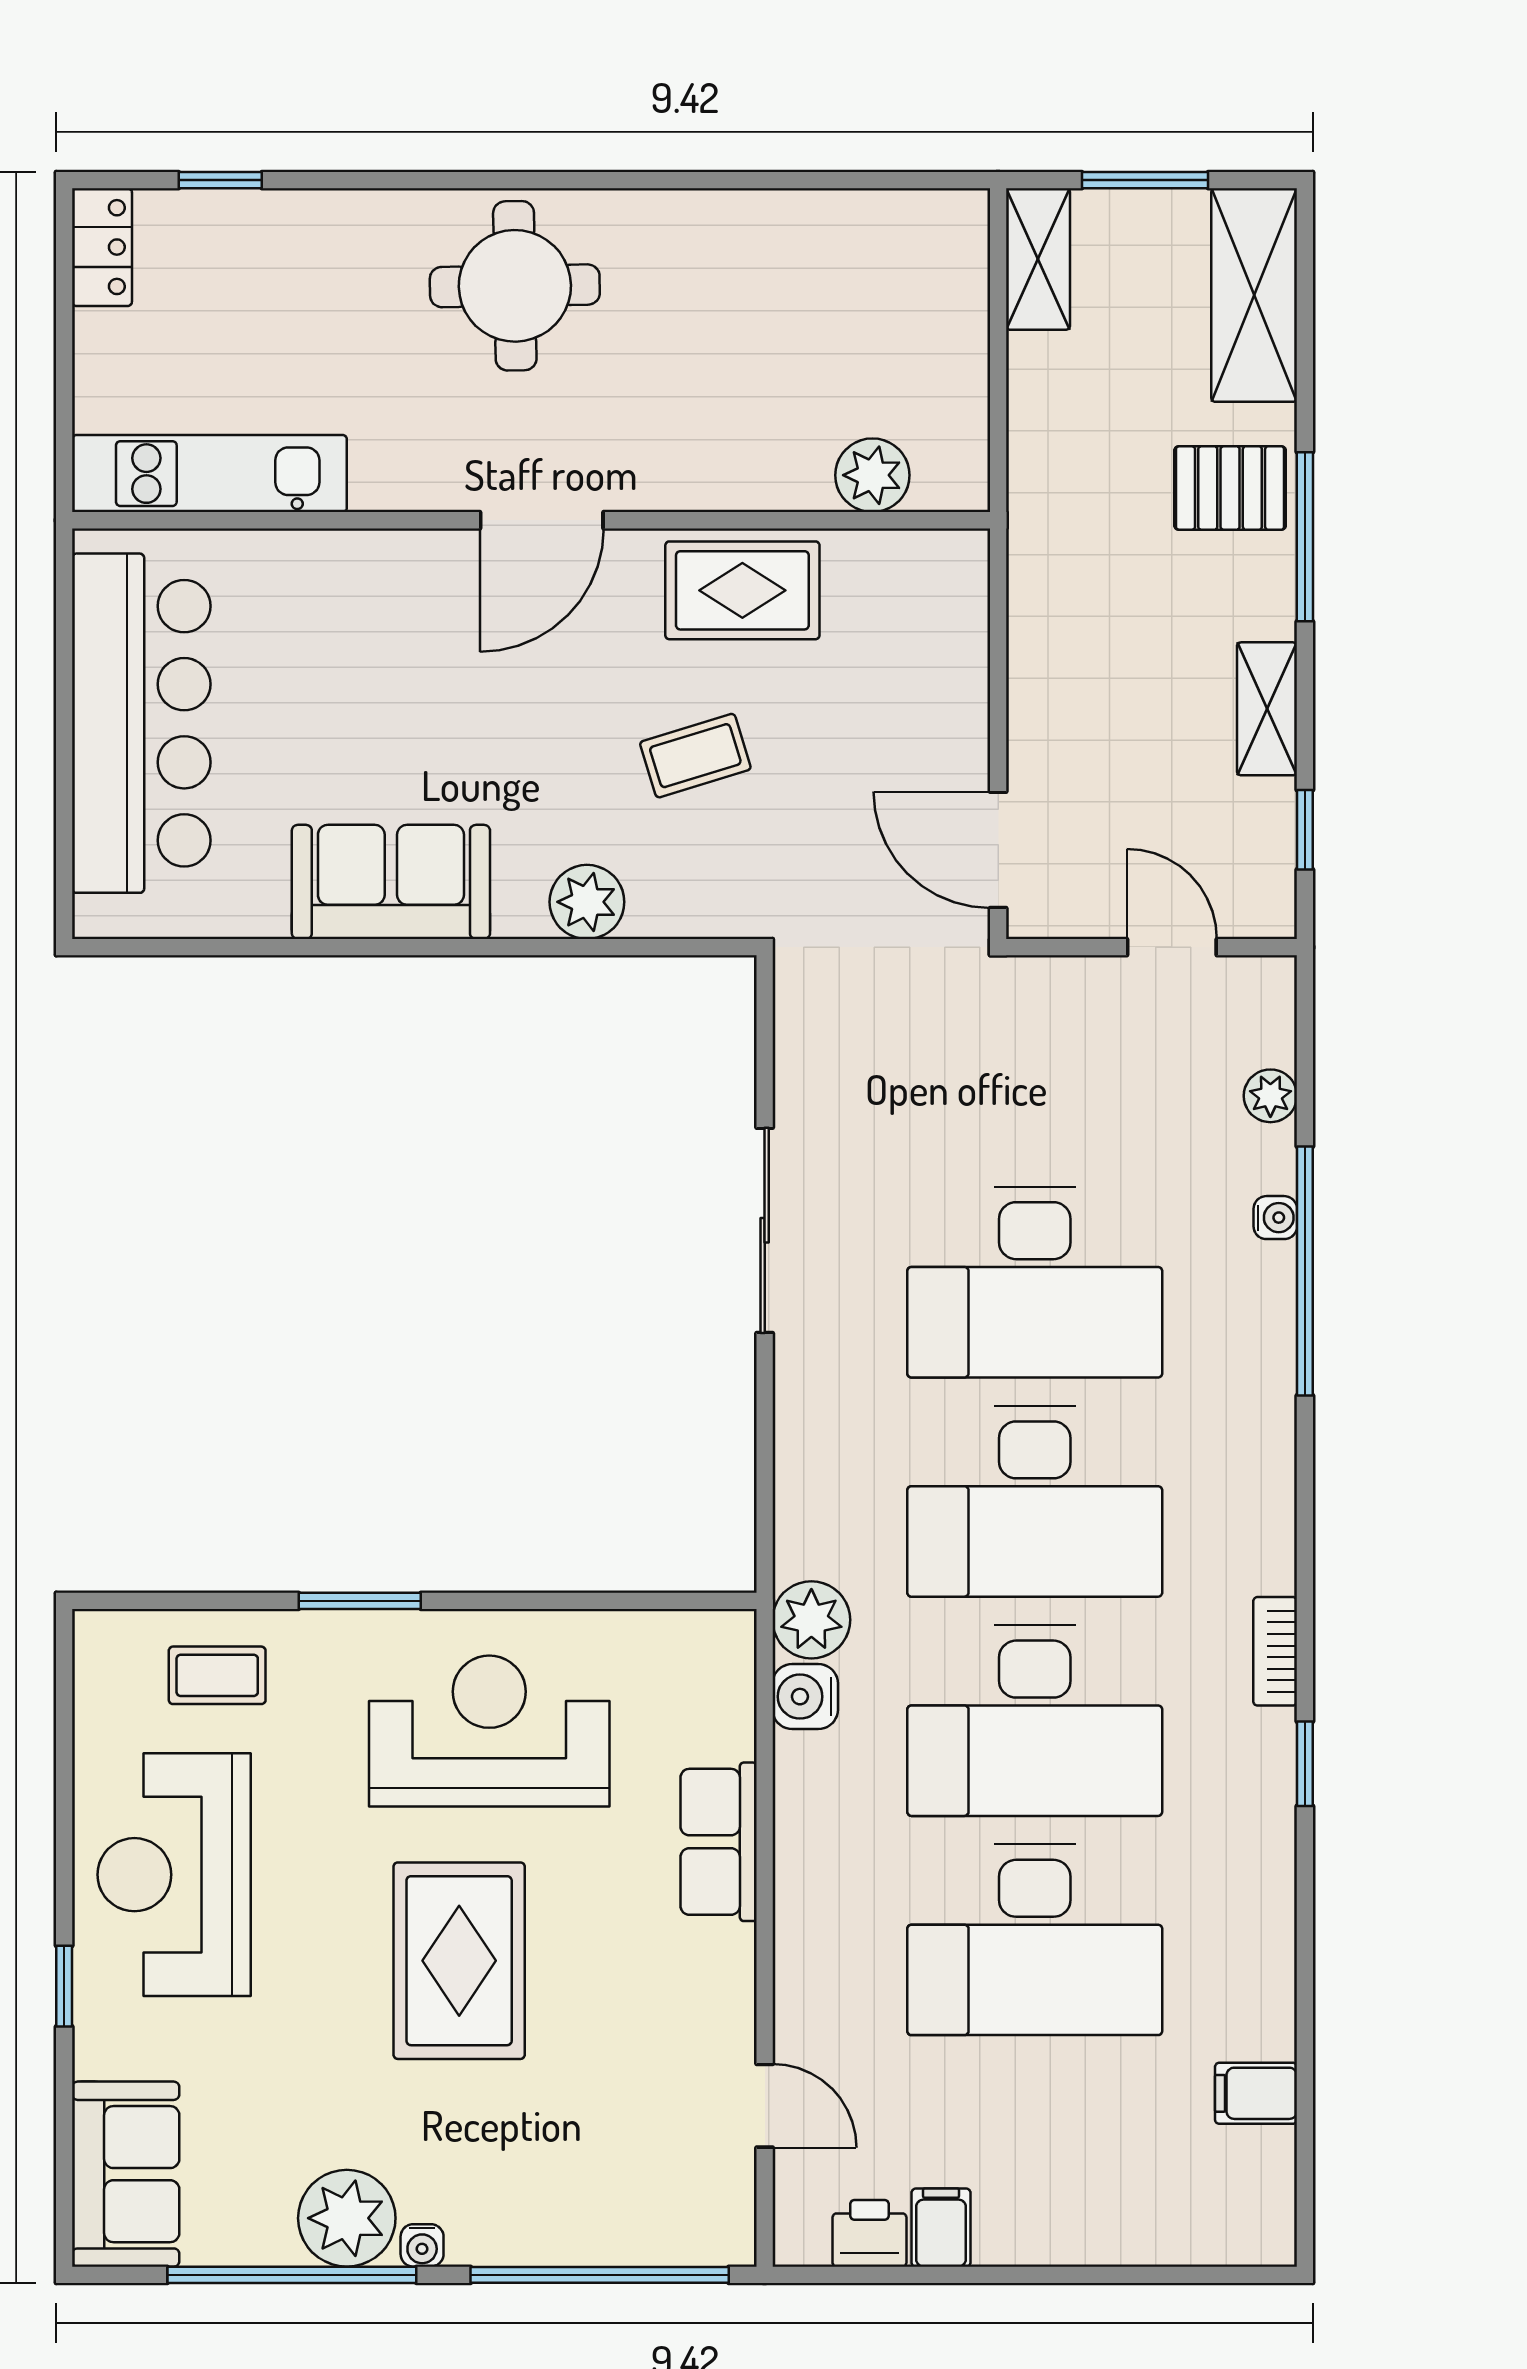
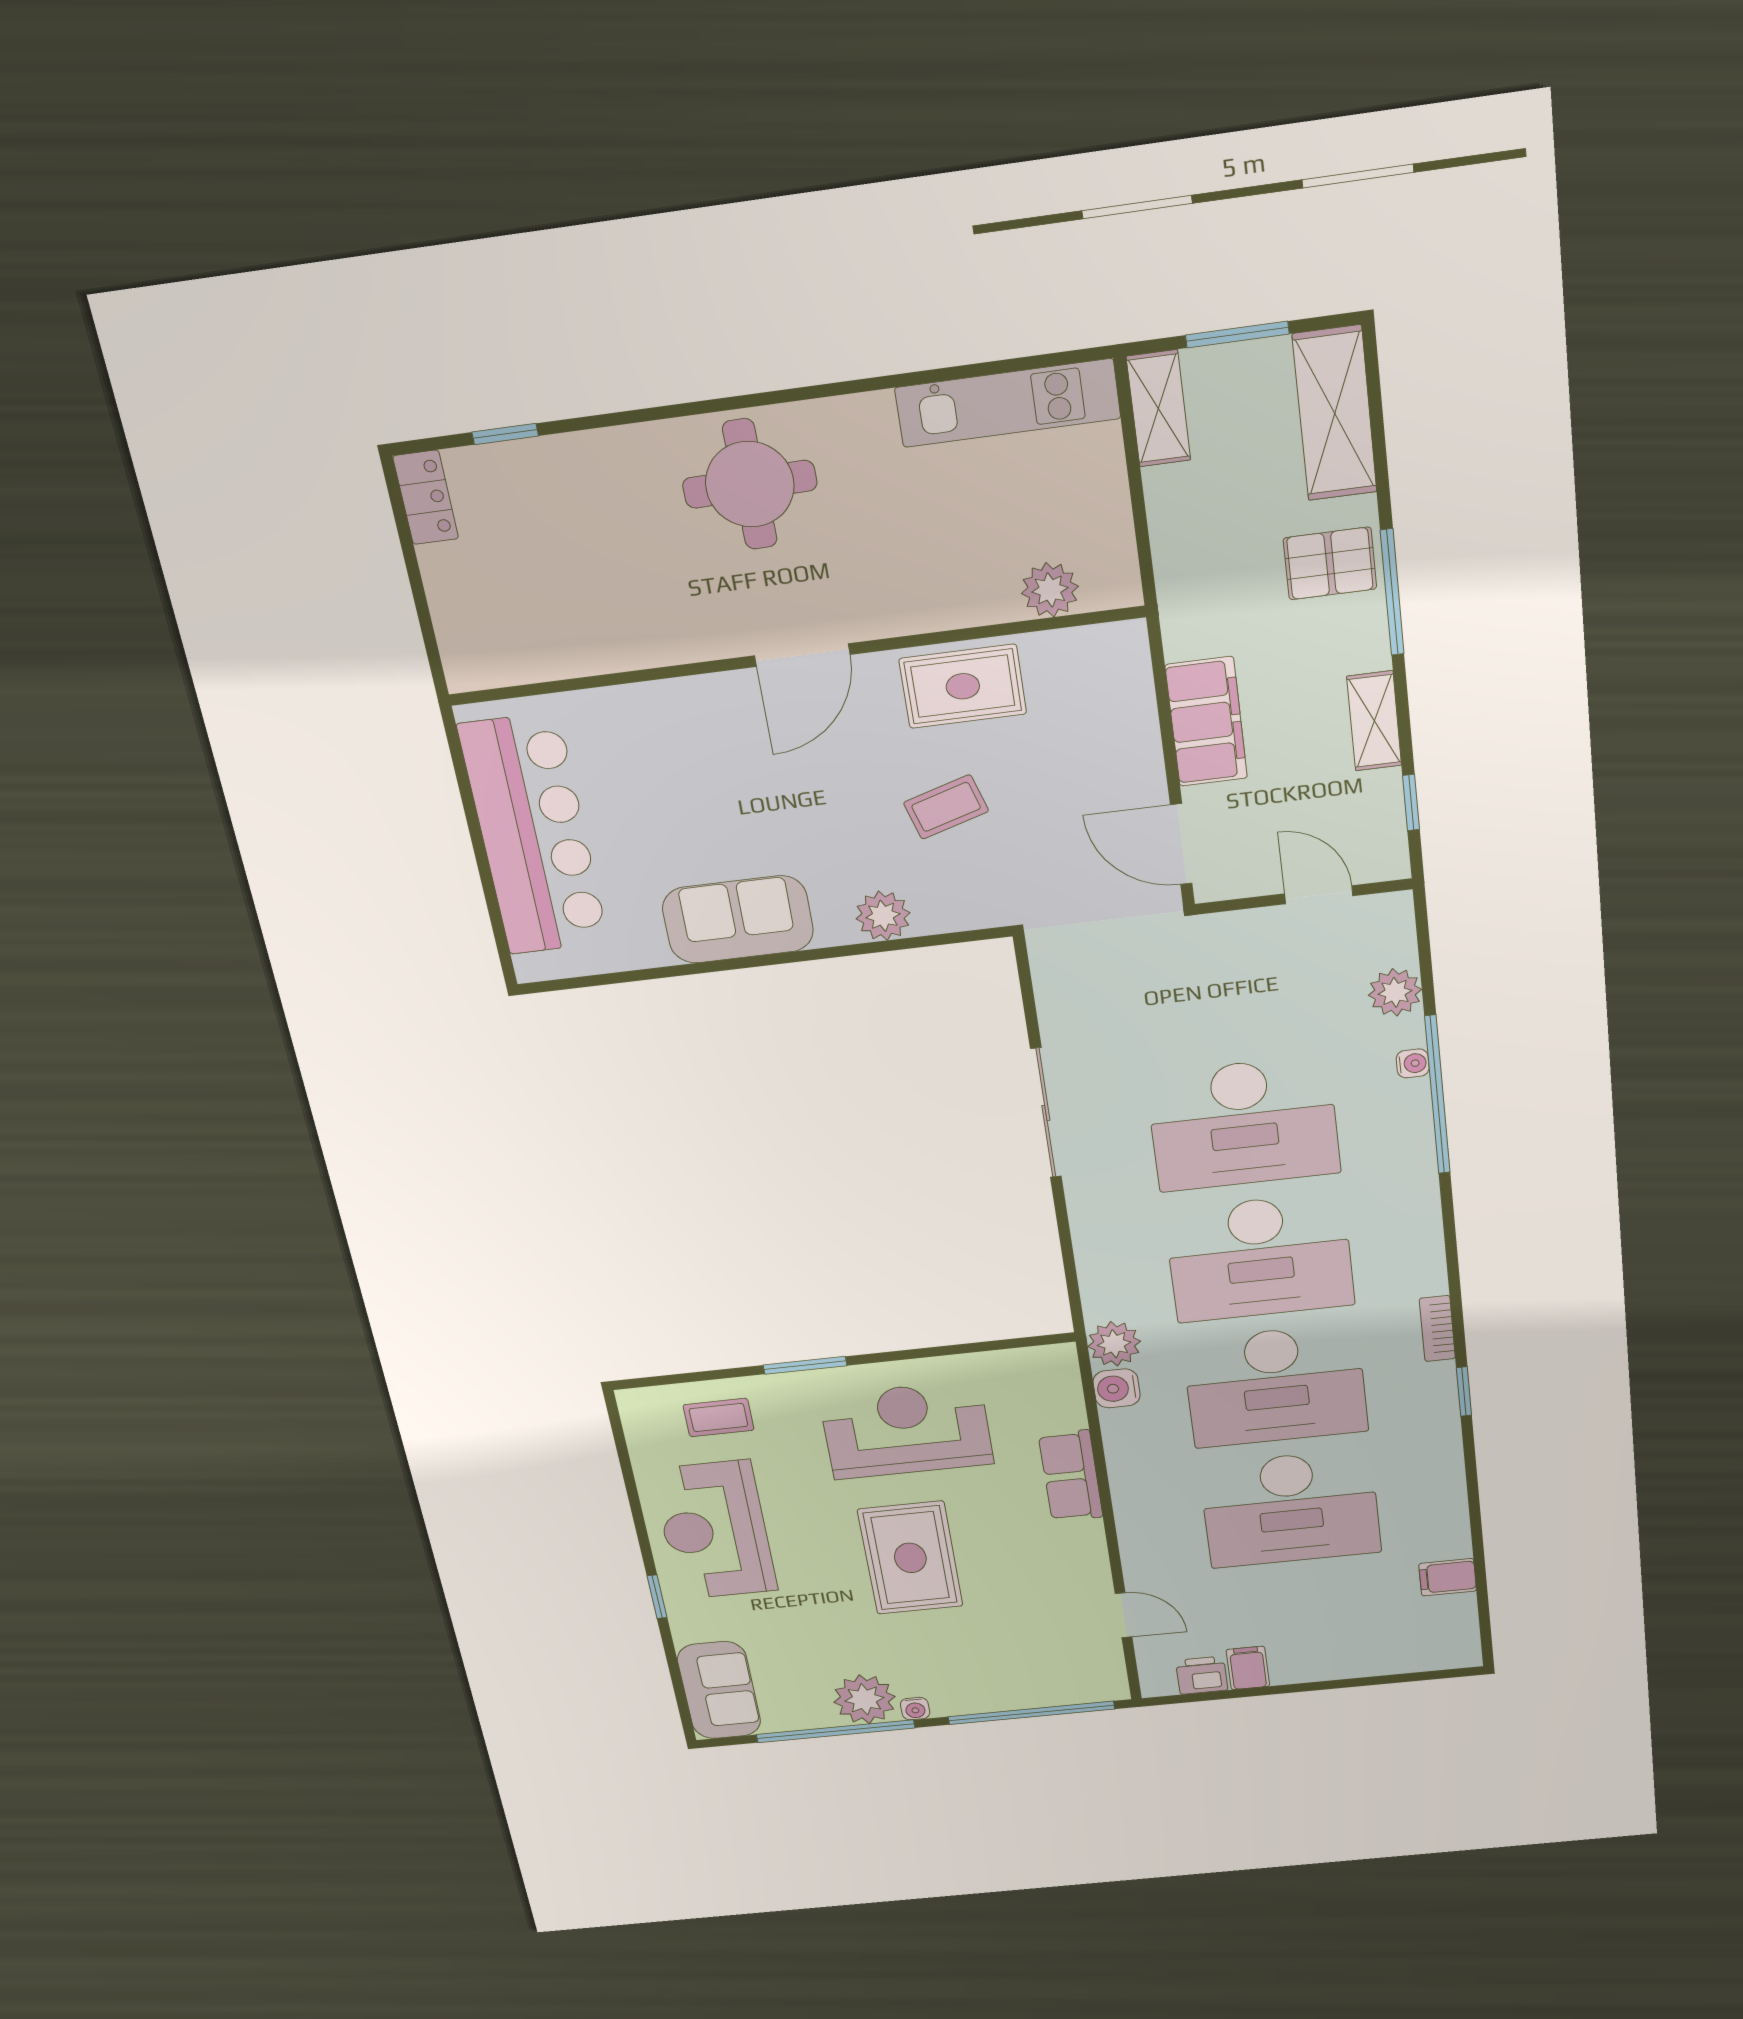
kitchen unit: (209, 474) -> (1008, 403), moved, turned 180
filing cabinet: (1051, 681) -> (1206, 722), added
plant: (1270, 1096) -> (1395, 992), width x1.38, depth x1.38

